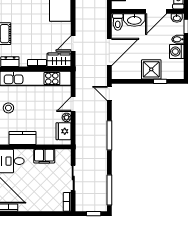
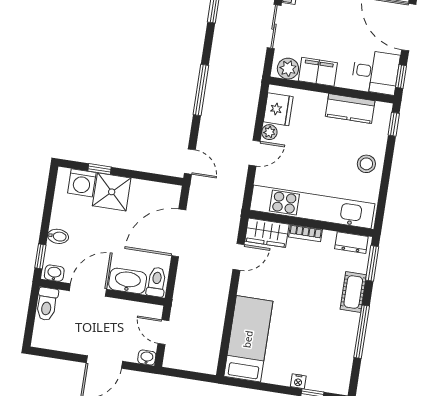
washing machine: (177, 52) -> (82, 183), moved, turned 90
plant: (62, 155) -> (288, 69), added

